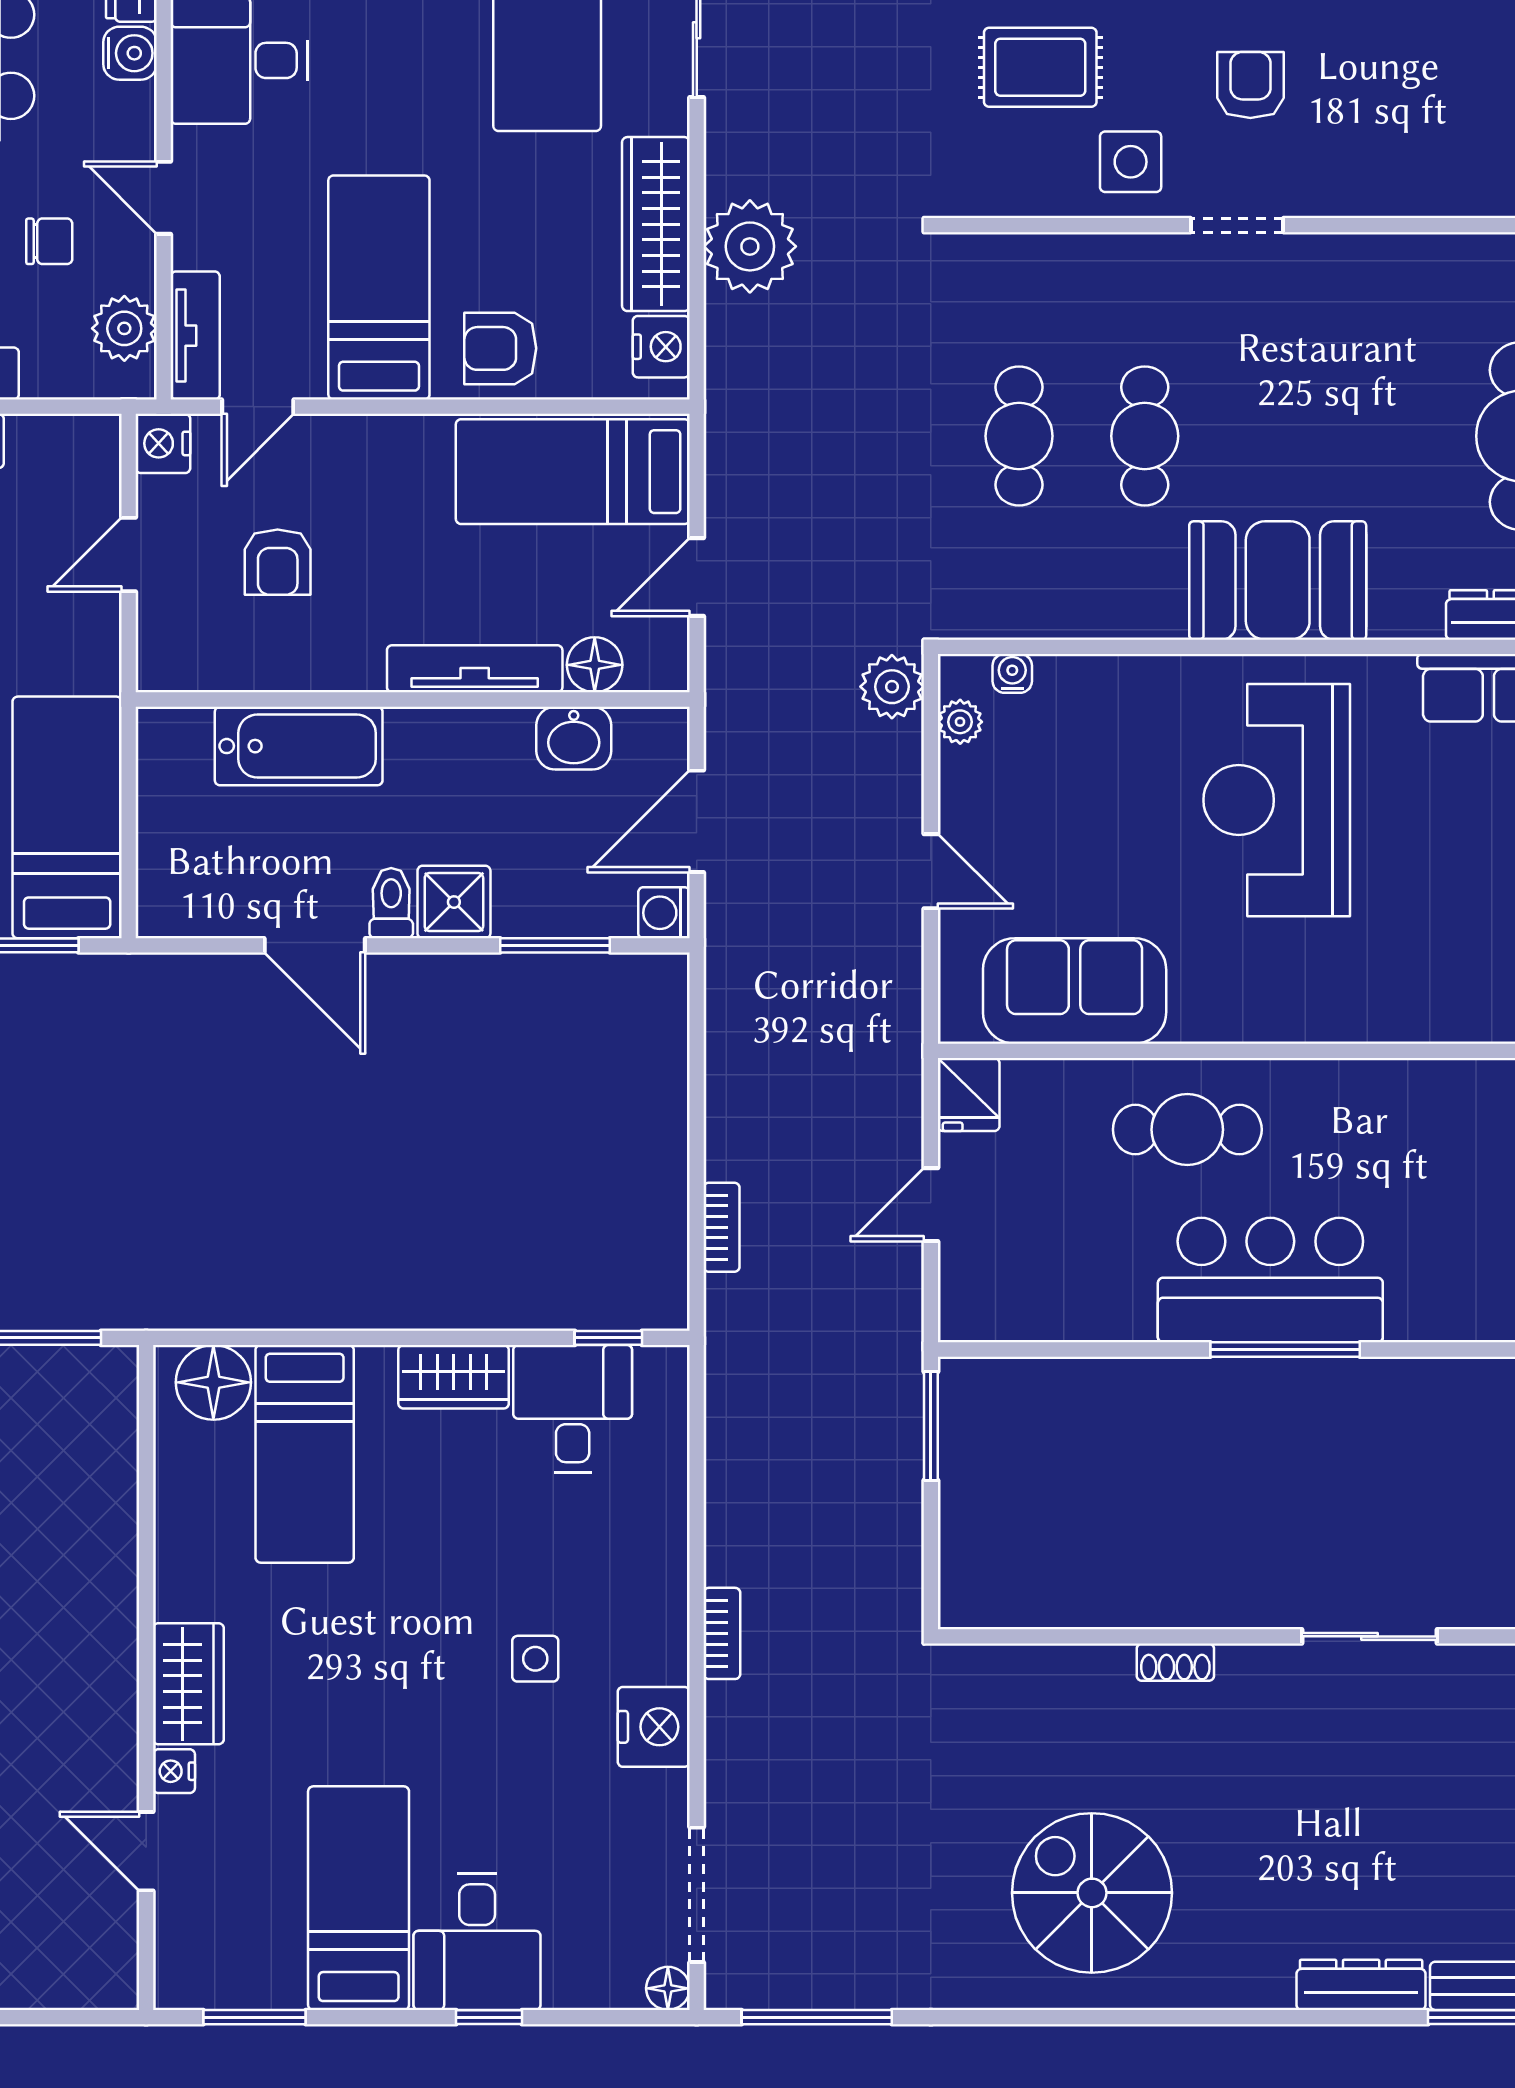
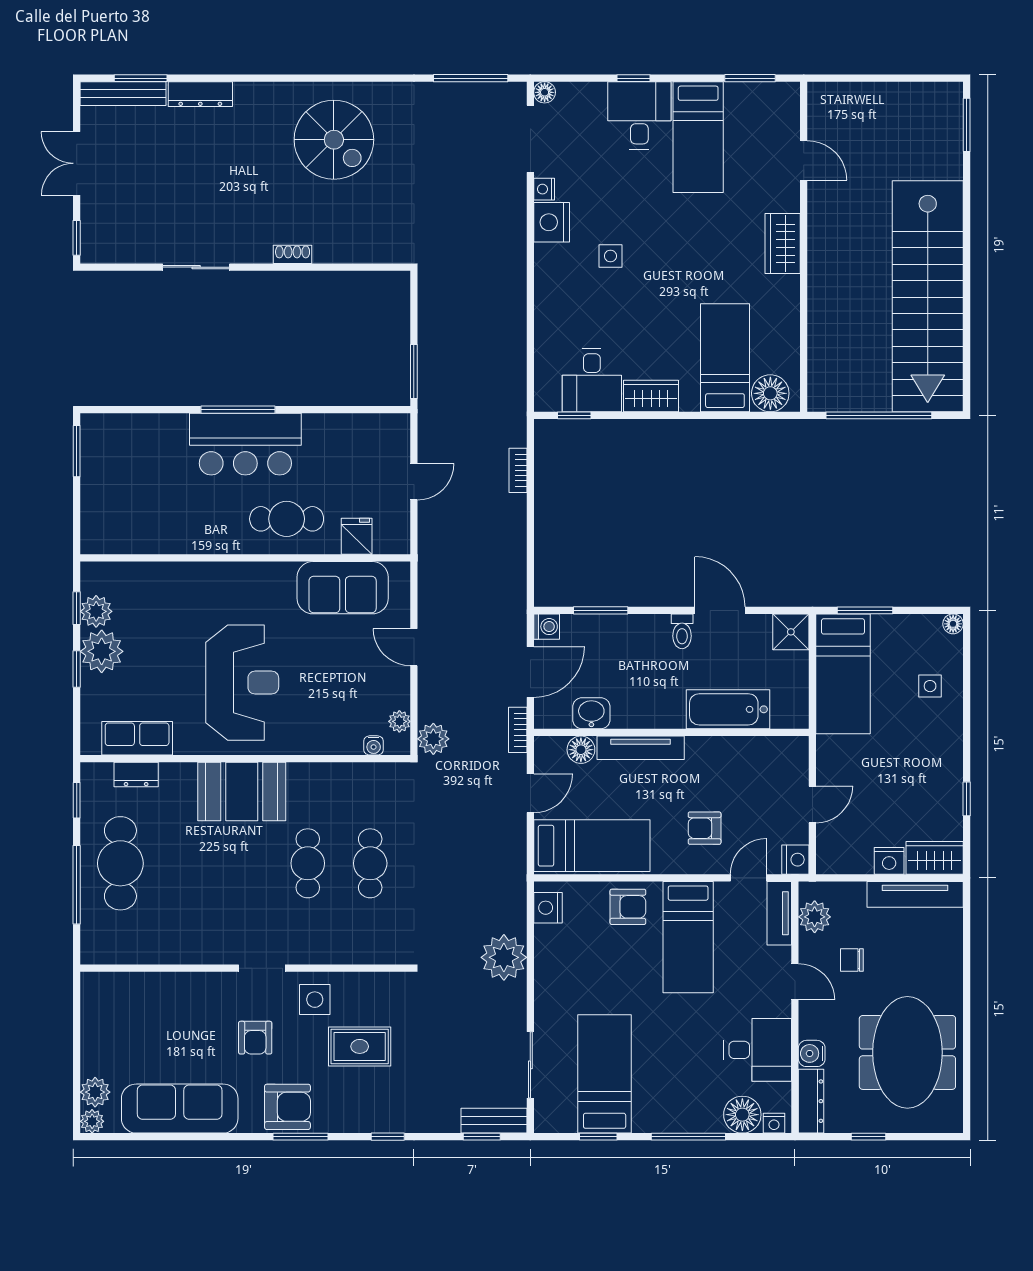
wardrobe: (656, 224) -> (551, 969), removed
armchair: (278, 562) -> (705, 828), moved, turned -90
shower: (454, 902) -> (791, 632), moved
fridge: (969, 1095) -> (357, 536), moved
bookcase: (722, 1633) -> (518, 730), moved
nightstand: (174, 1771) -> (544, 189), moved, turned 180

